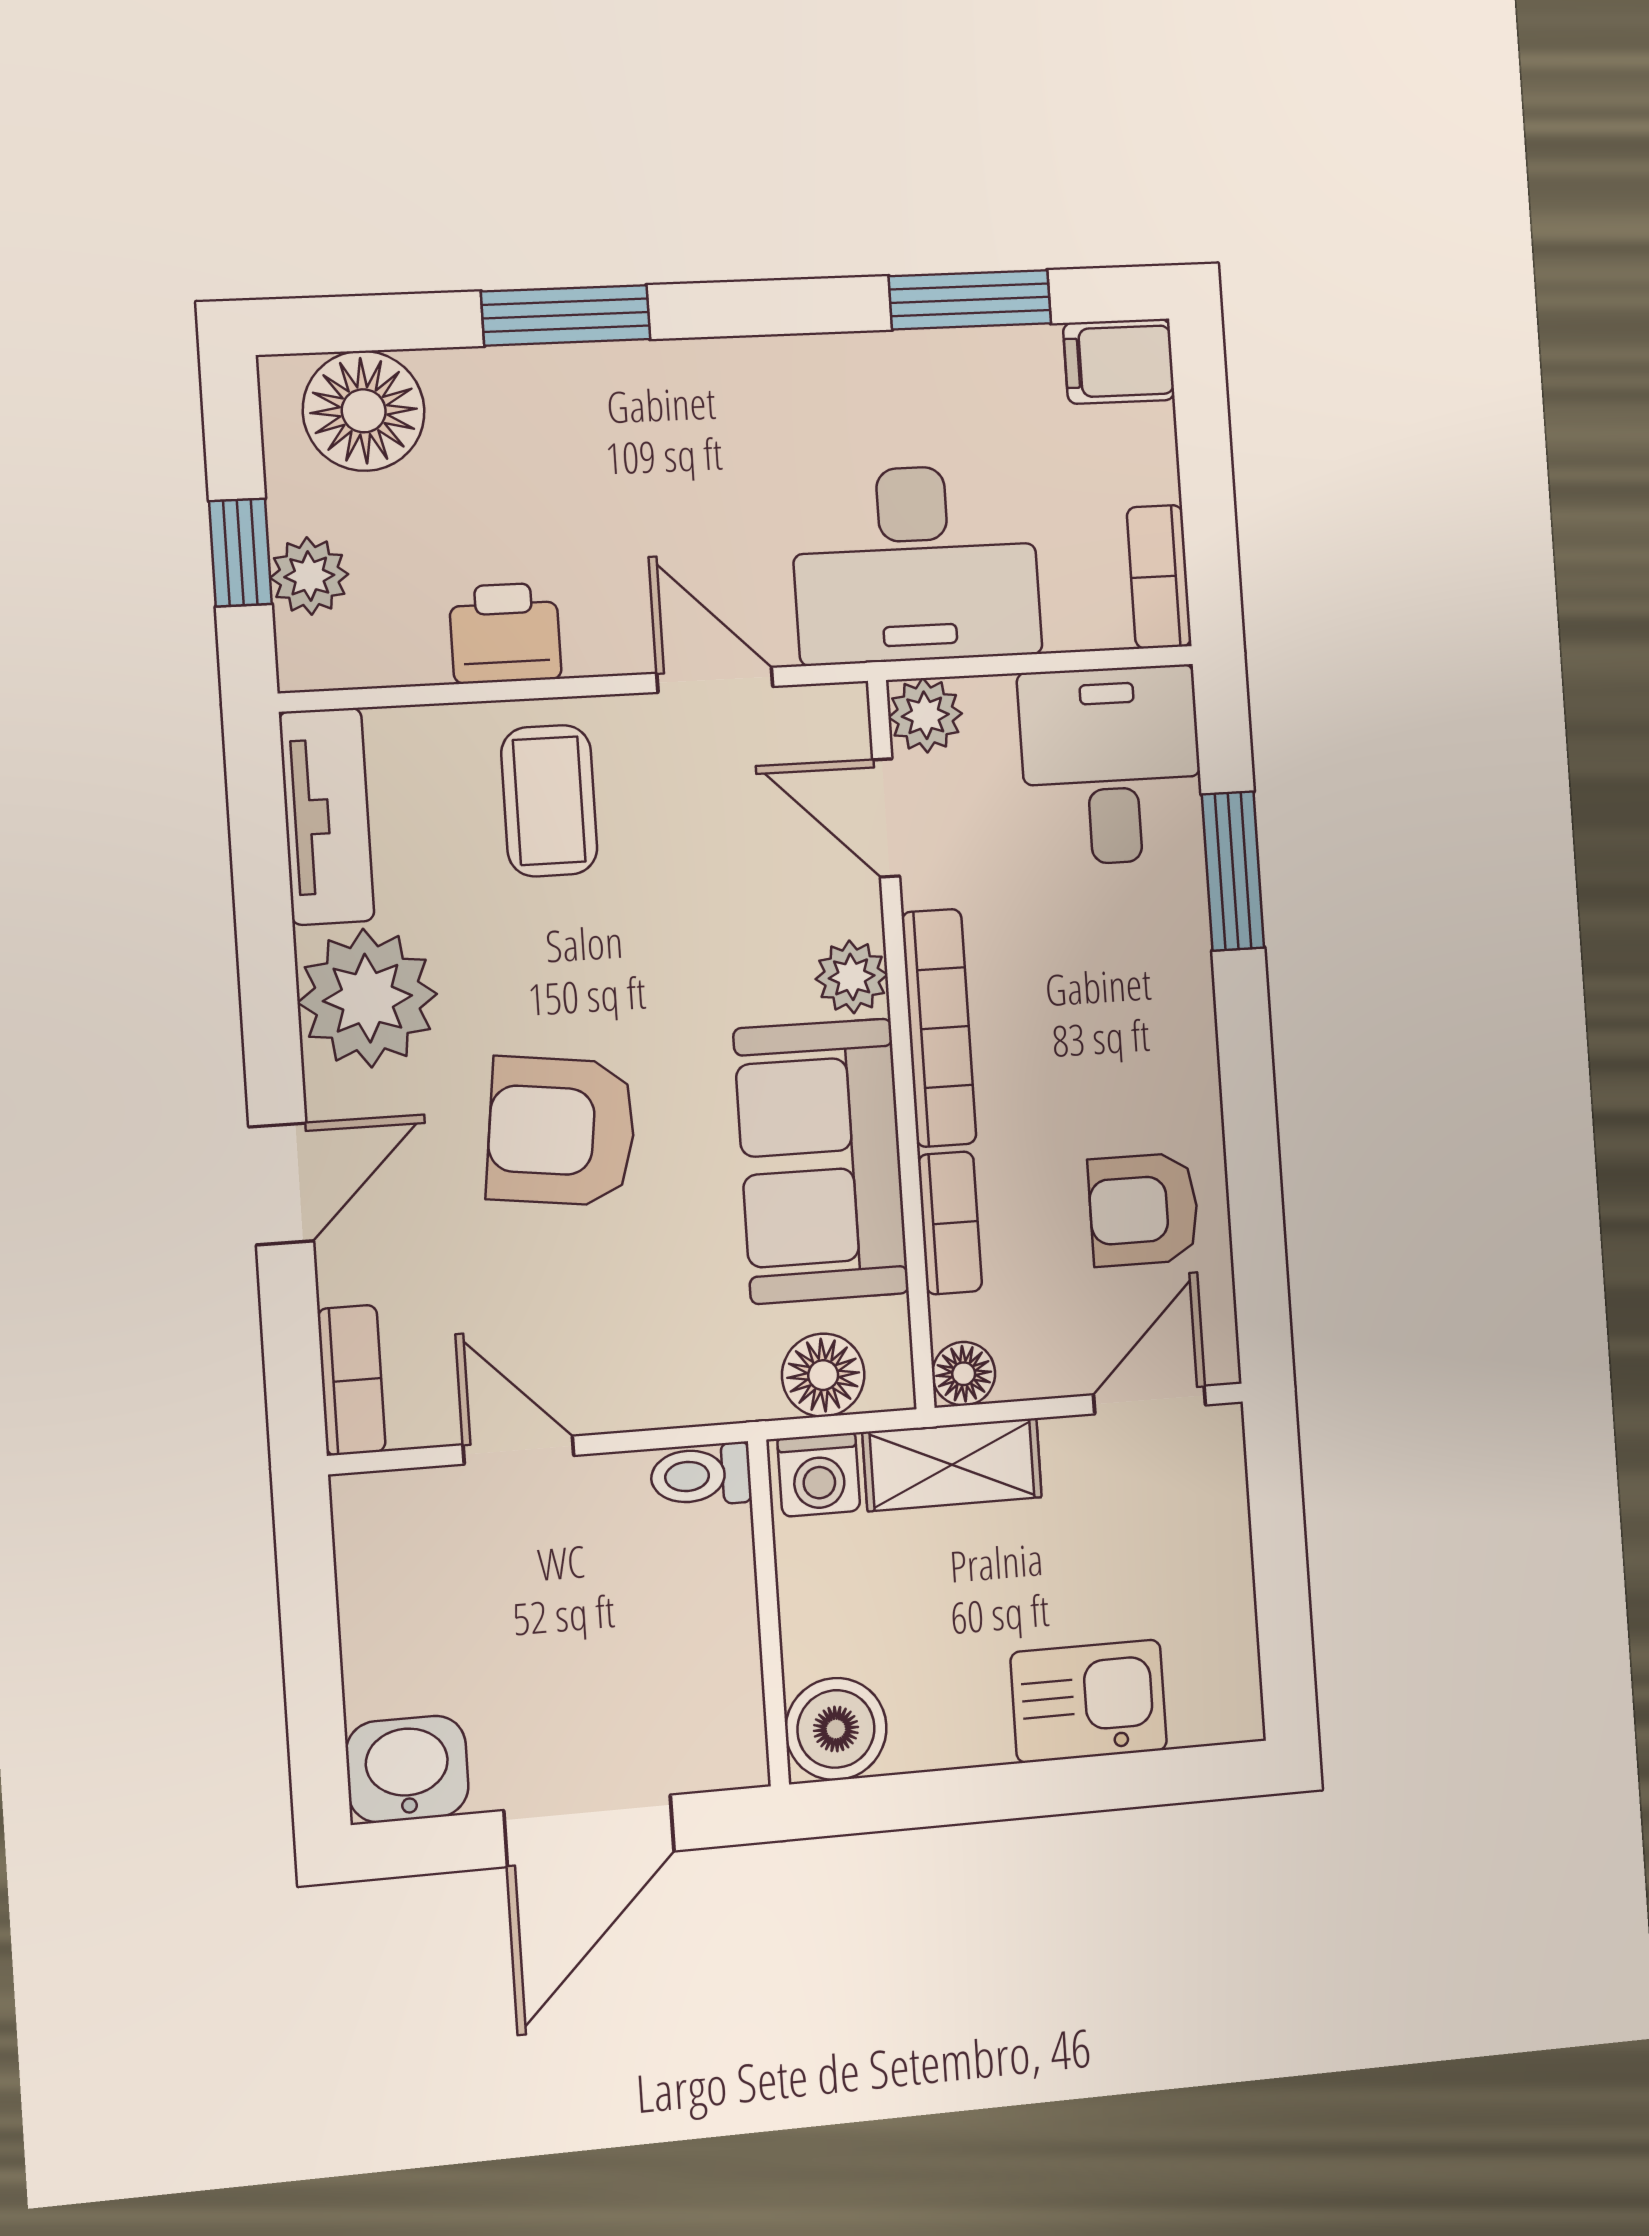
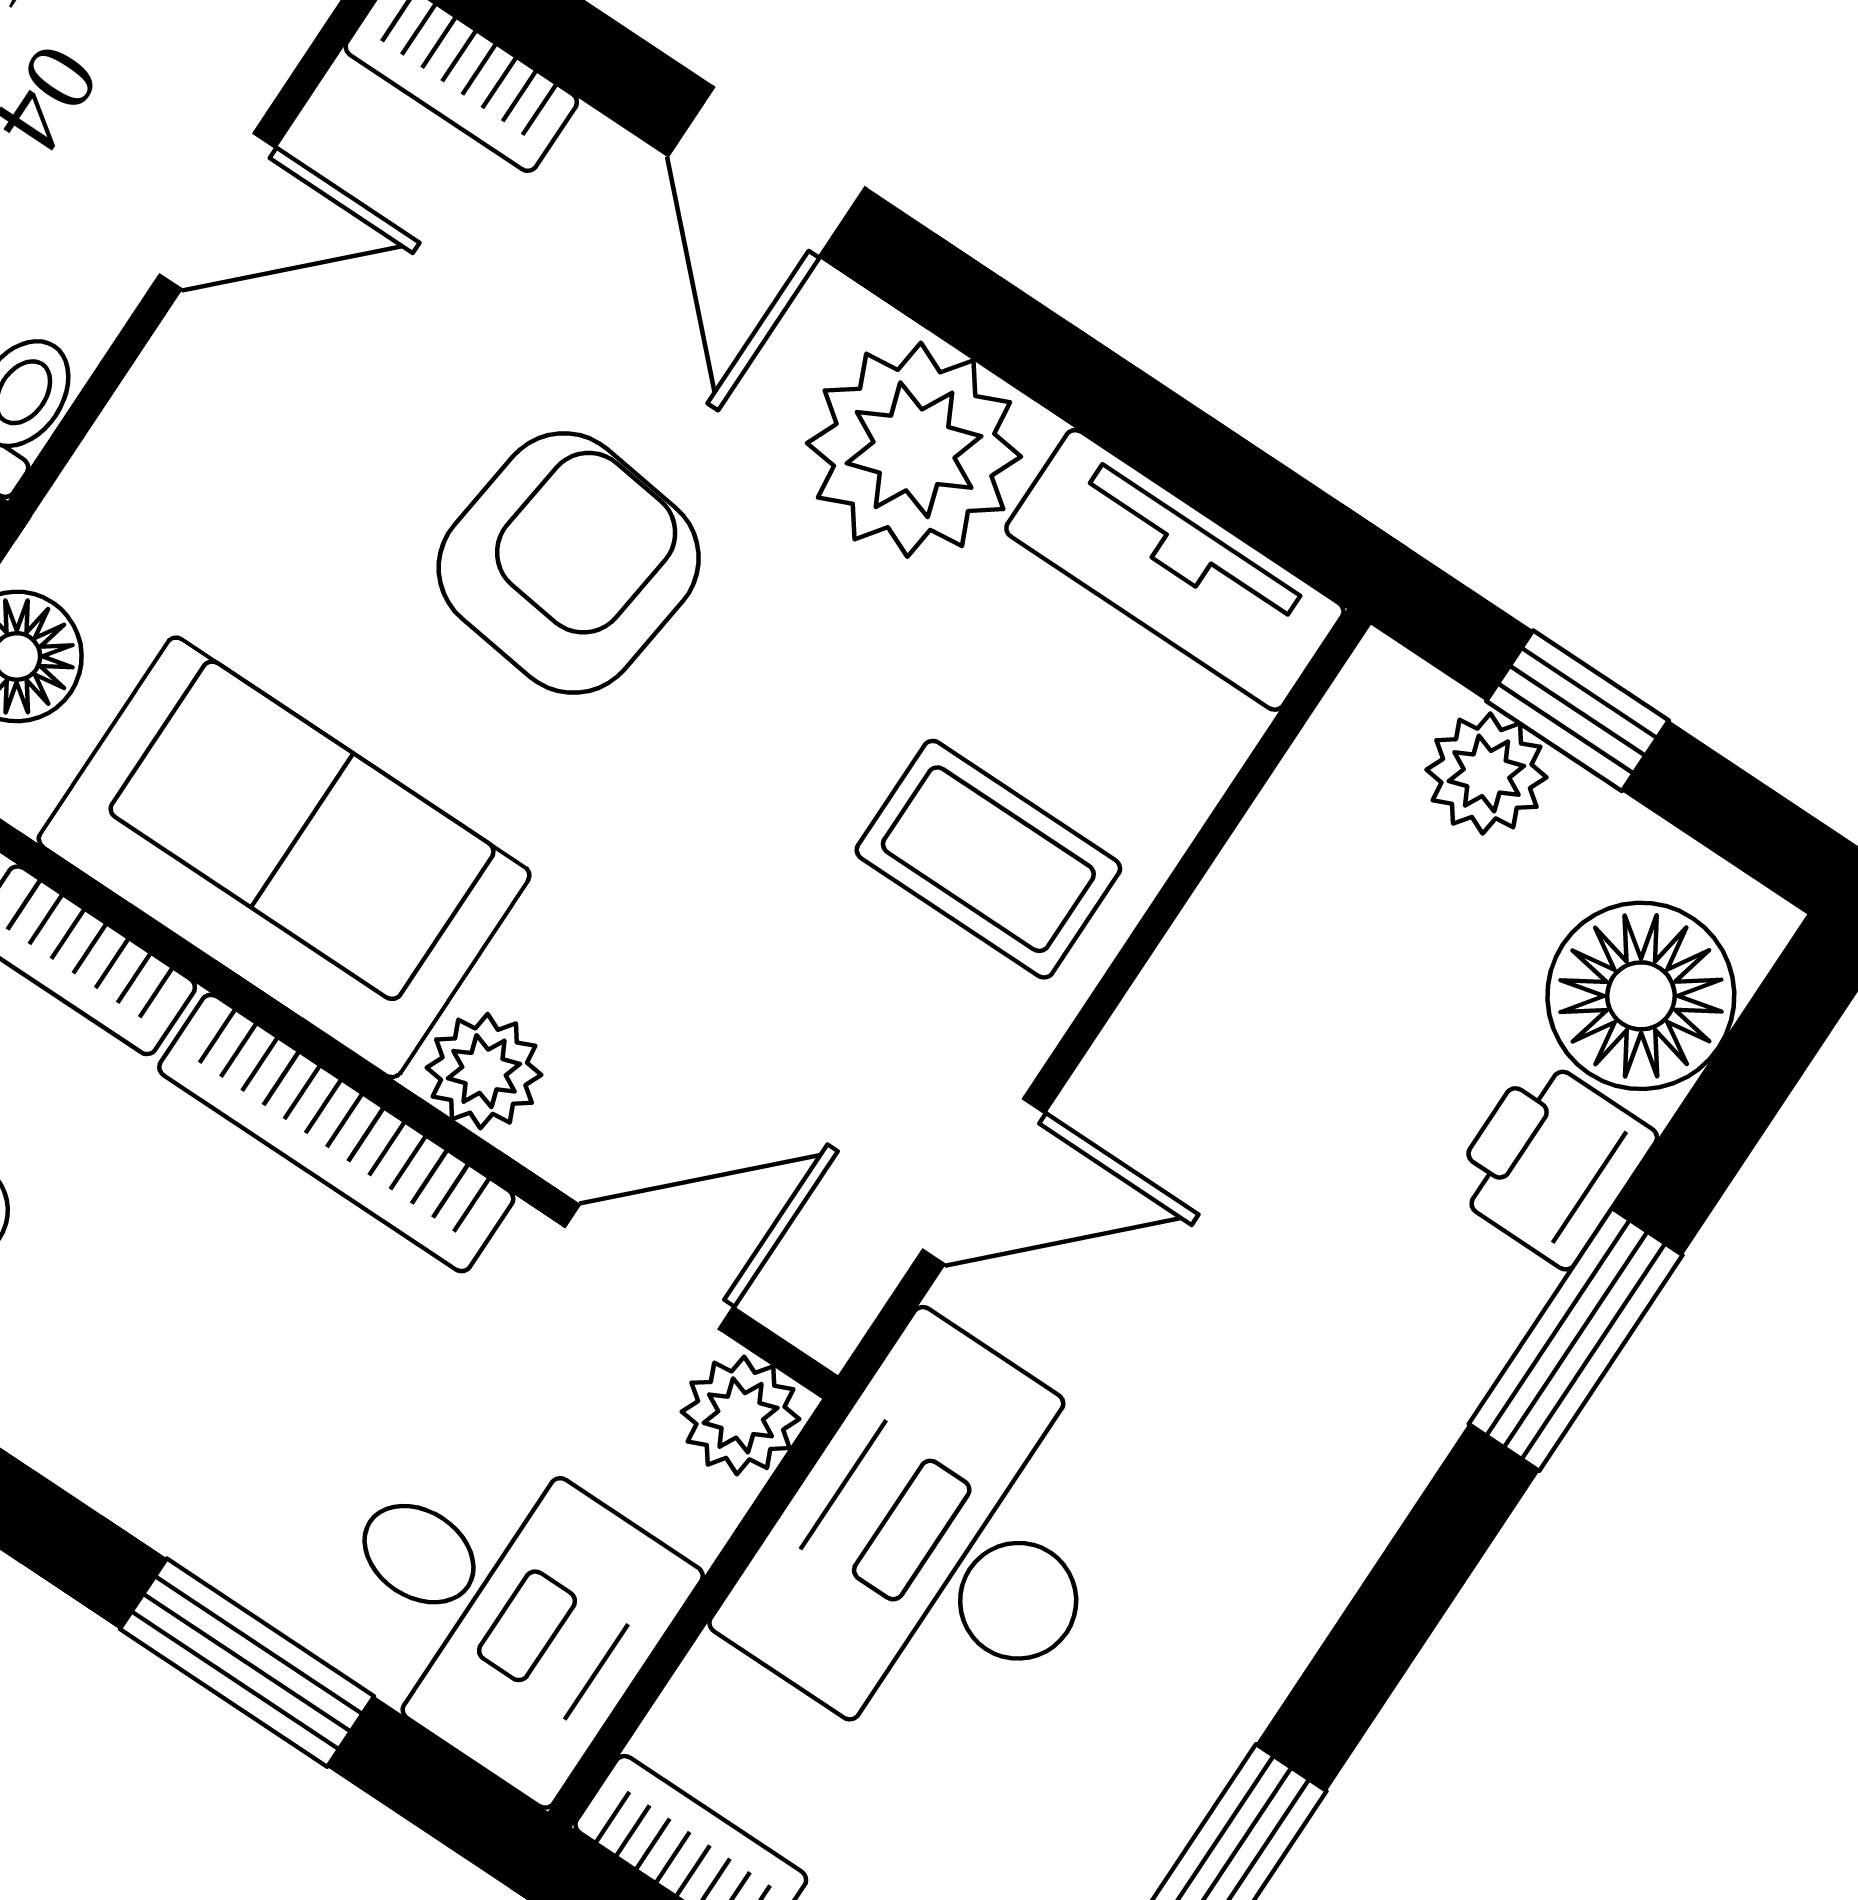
printer: (505, 633) -> (1552, 1162), moved, turned 180

